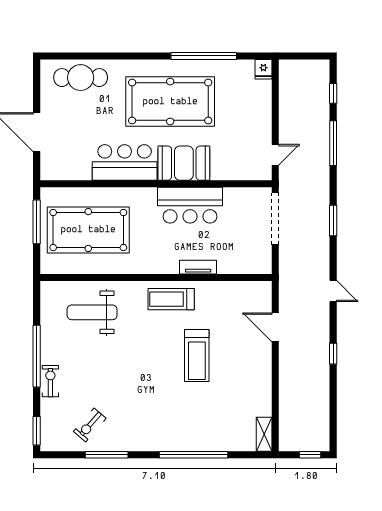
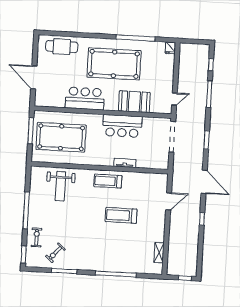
booth: (184, 163) -> (134, 102), moved
door: (333, 291) -> (204, 182), width x1.88
weight bench: (92, 312) -> (60, 186), turned -90
door: (275, 327) -> (169, 201), swing flipped
treadmill: (197, 355) -> (121, 215), turned 90
exercise bike: (50, 381) -> (37, 237), moved
shelving: (264, 434) -> (159, 253), moved

